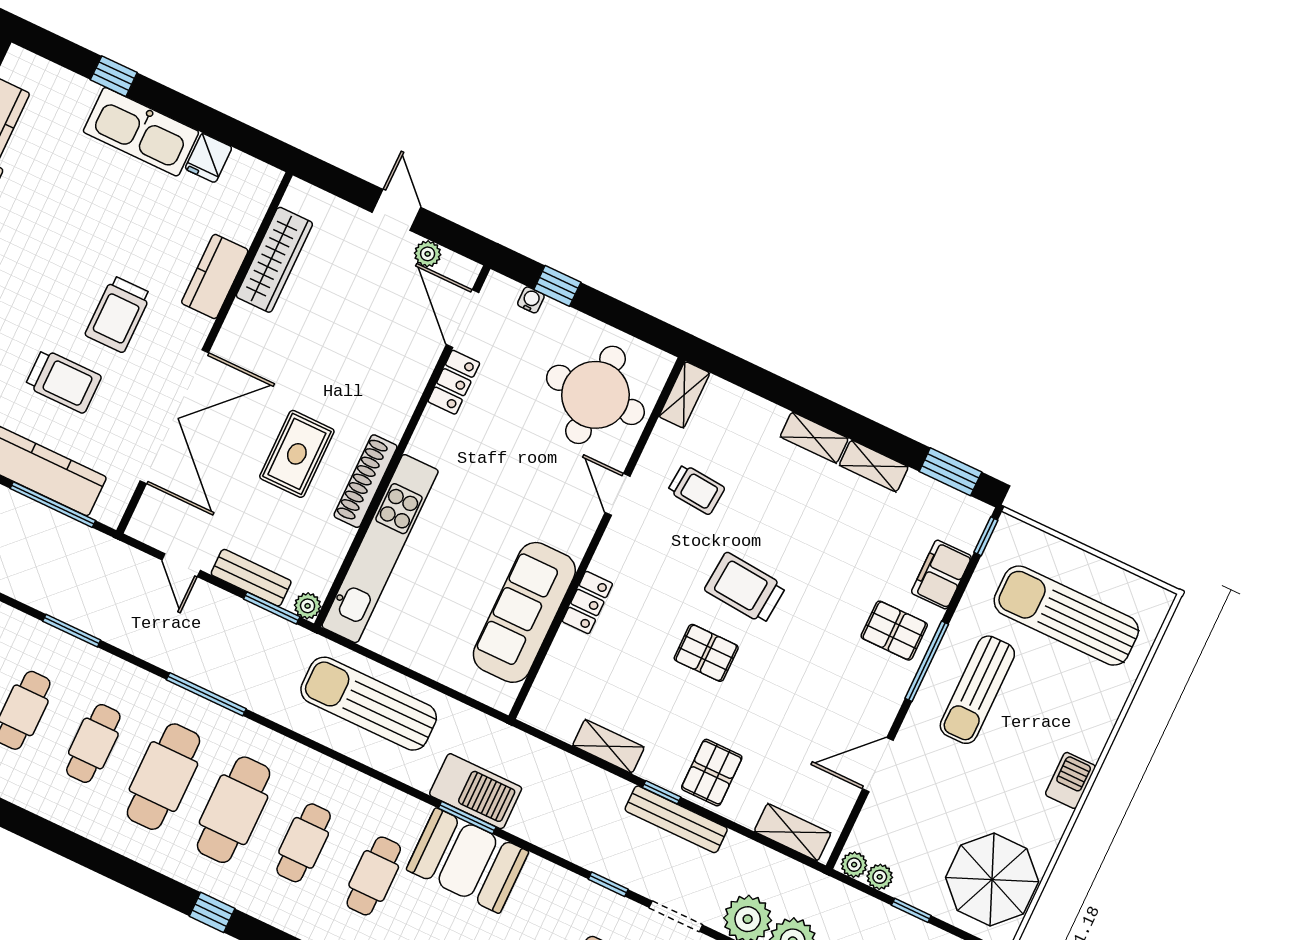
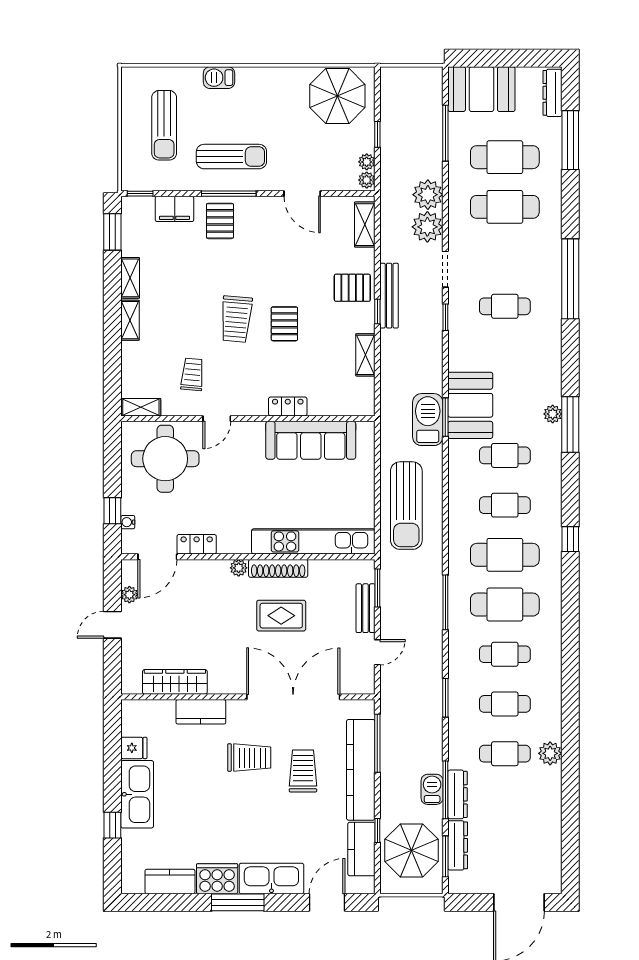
plant: (308, 606) -> (239, 568), moved
sun lounger: (1066, 616) -> (164, 125), width x0.73, depth x0.75
barbecue: (1070, 780) -> (219, 78), moved

